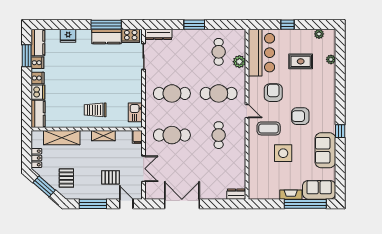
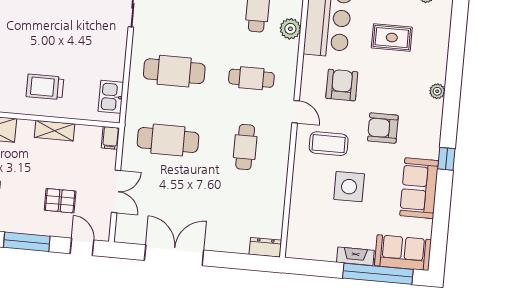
plant: (331, 59) -> (437, 91), moved
cafe table: (219, 93) -> (251, 78), width x0.73, depth x0.74

